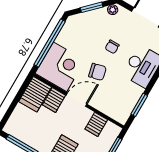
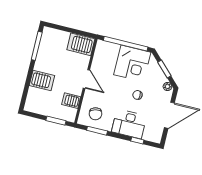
corner desk: (60, 67) -> (132, 64), moved
chair: (97, 72) -> (96, 114), moved
server rack: (54, 100) -> (81, 61), removed

